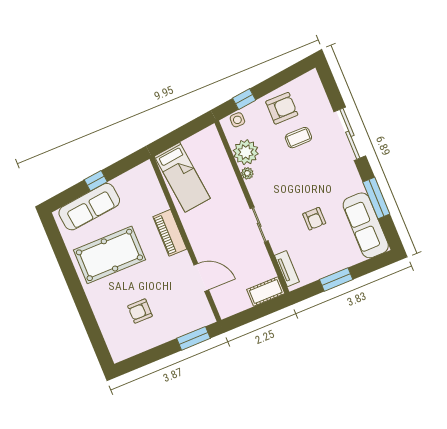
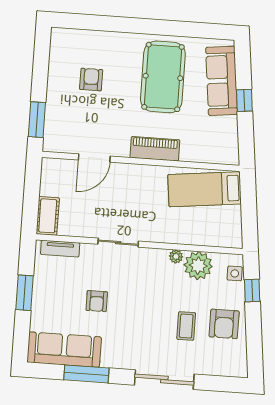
armchair: (314, 219) -> (97, 301), turned -90

